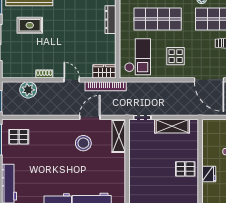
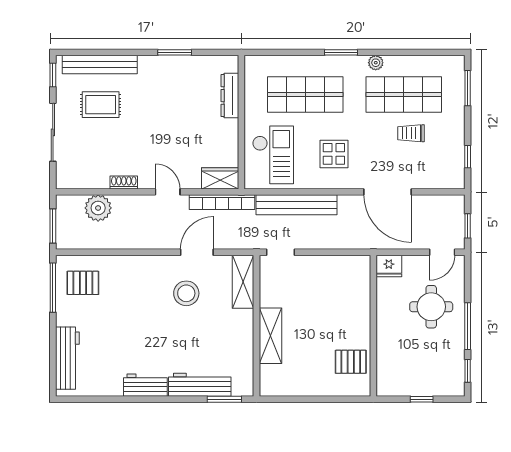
bench: (152, 88) -> (297, 205), added
shelving: (172, 126) -> (270, 336), moved, turned 90
pallet: (185, 169) -> (351, 362), moved
fridge: (209, 174) -> (389, 266), moved, turned 90

